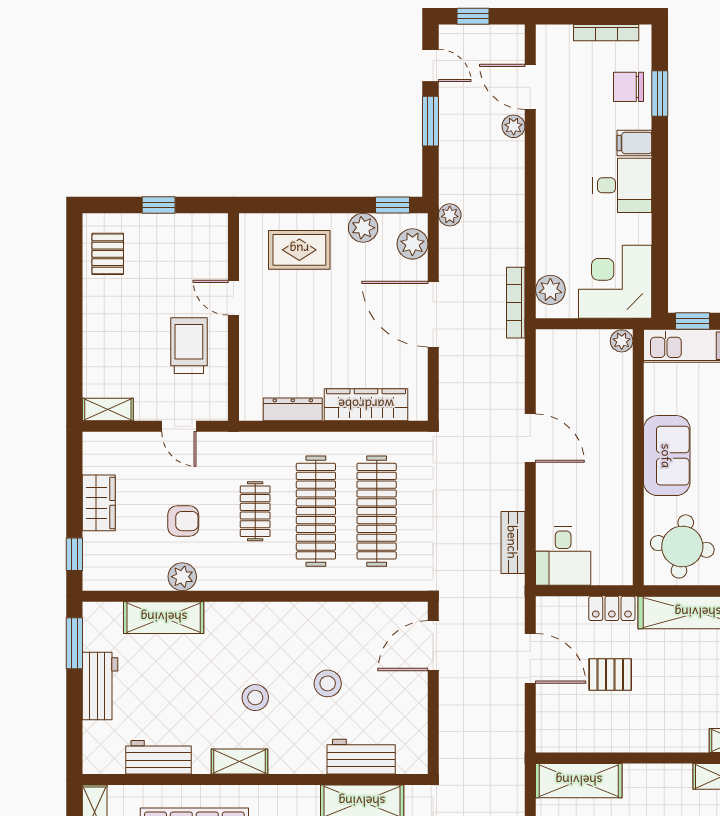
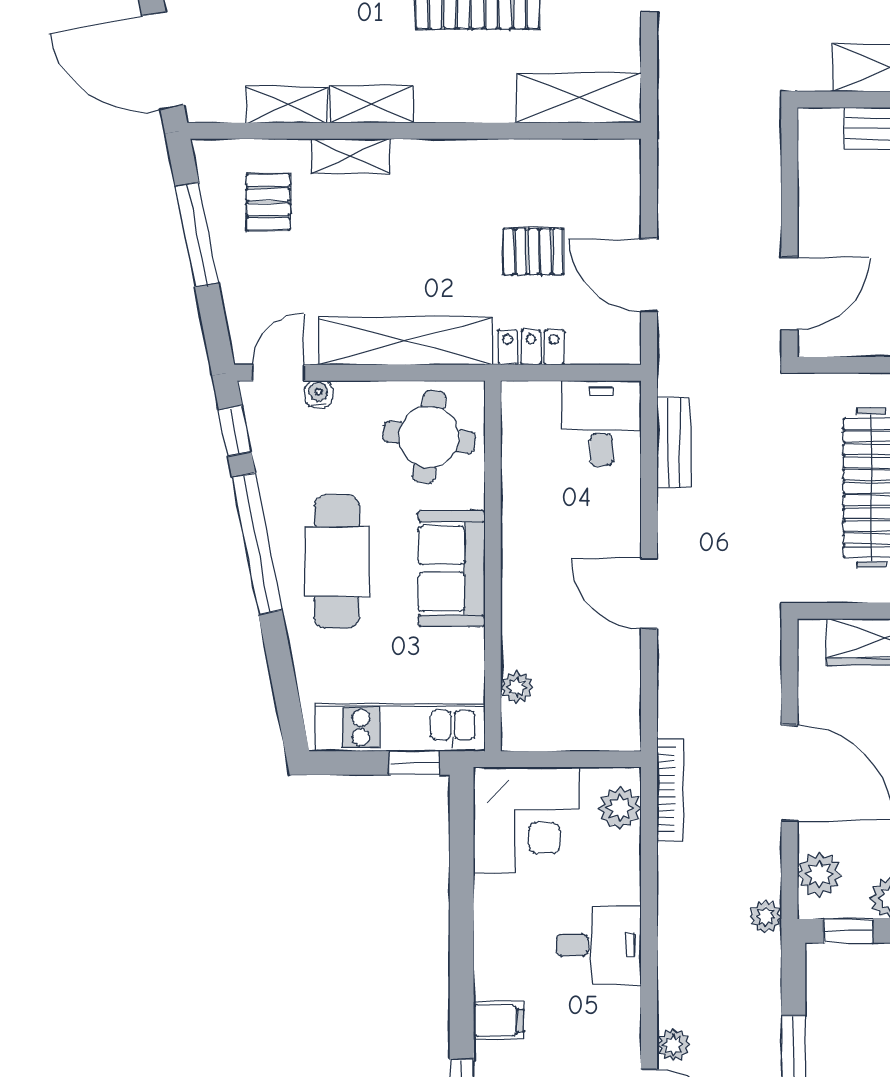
desk: (622, 185) -> (599, 945), moved, turned 180
plant: (622, 341) -> (517, 687), moved

